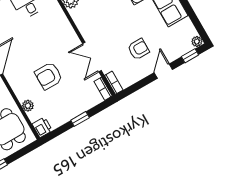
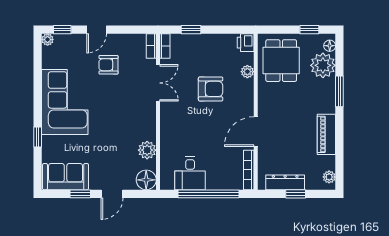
window: (80, 119) -> (191, 30), moved

